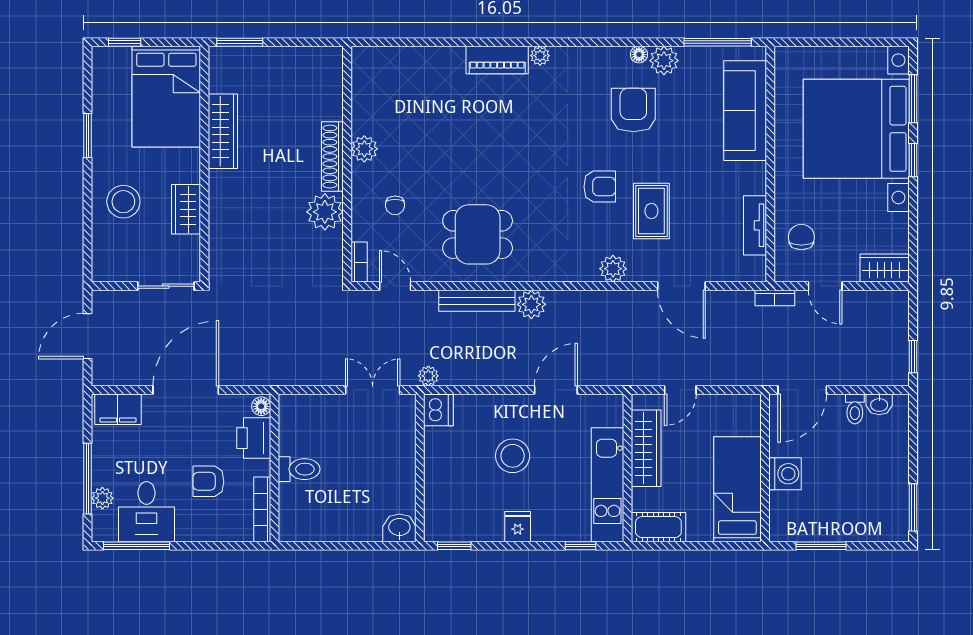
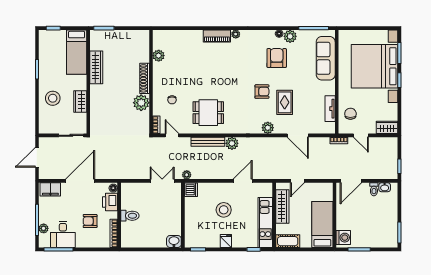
bed: (166, 97) -> (77, 52), width x0.67
plant: (364, 149) -> (159, 56), moved
washing machine: (785, 474) -> (343, 238), moved

